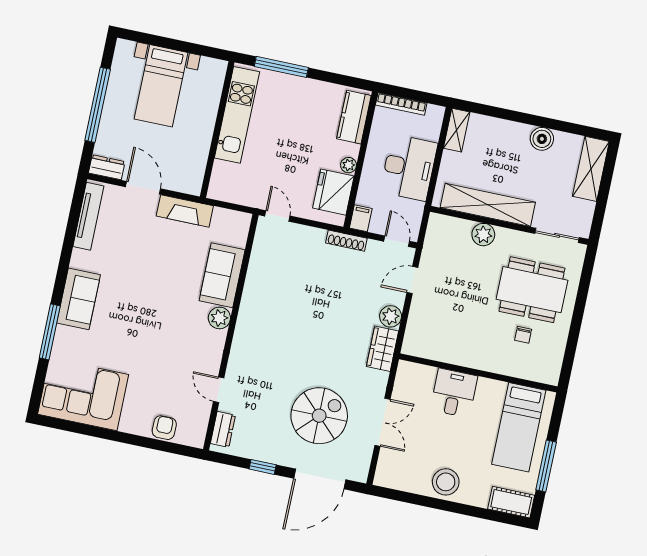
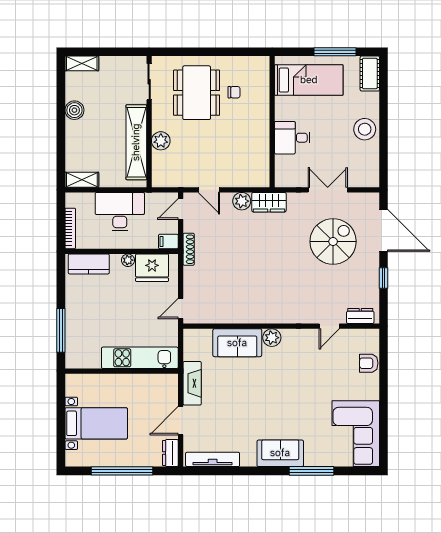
kitchen unit: (237, 115) -> (140, 358), moved
shelving: (591, 169) -> (82, 63), width x0.67, depth x0.75
spiral stairs: (319, 416) -> (333, 241), turned 90

